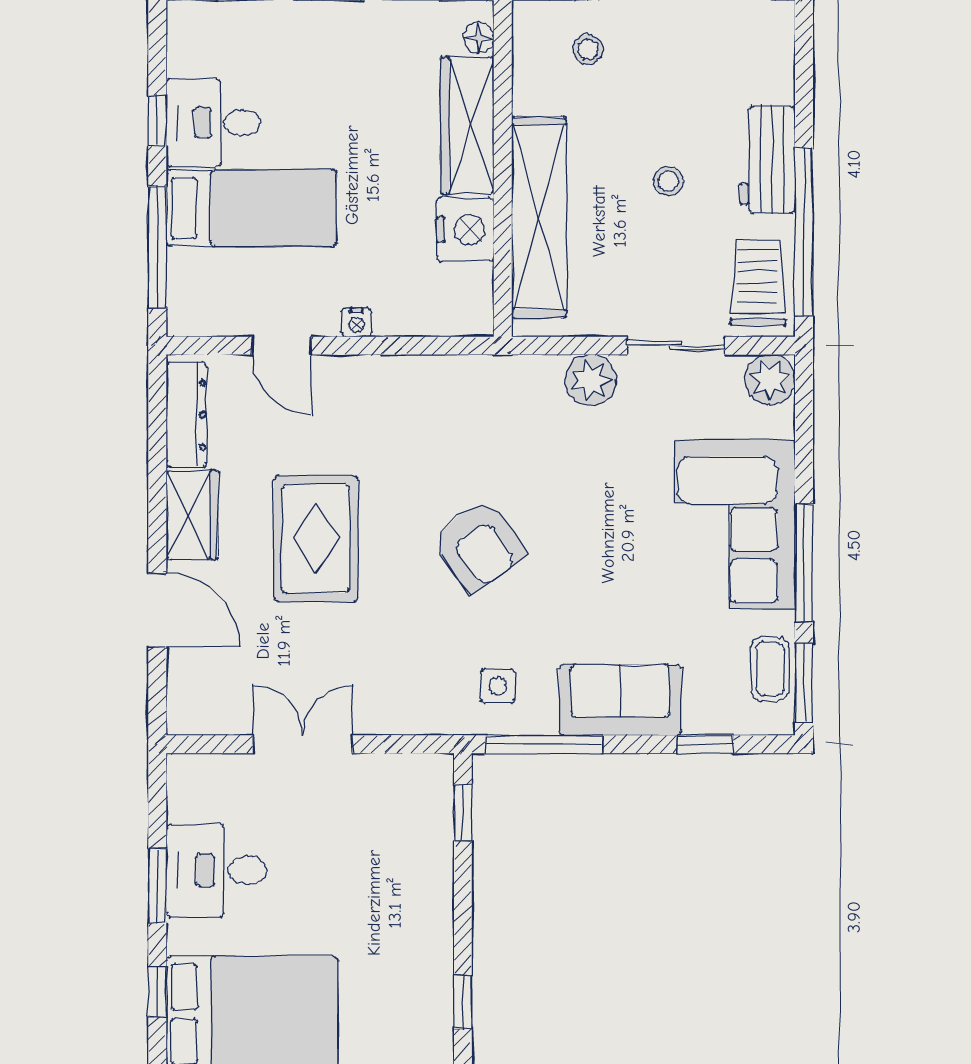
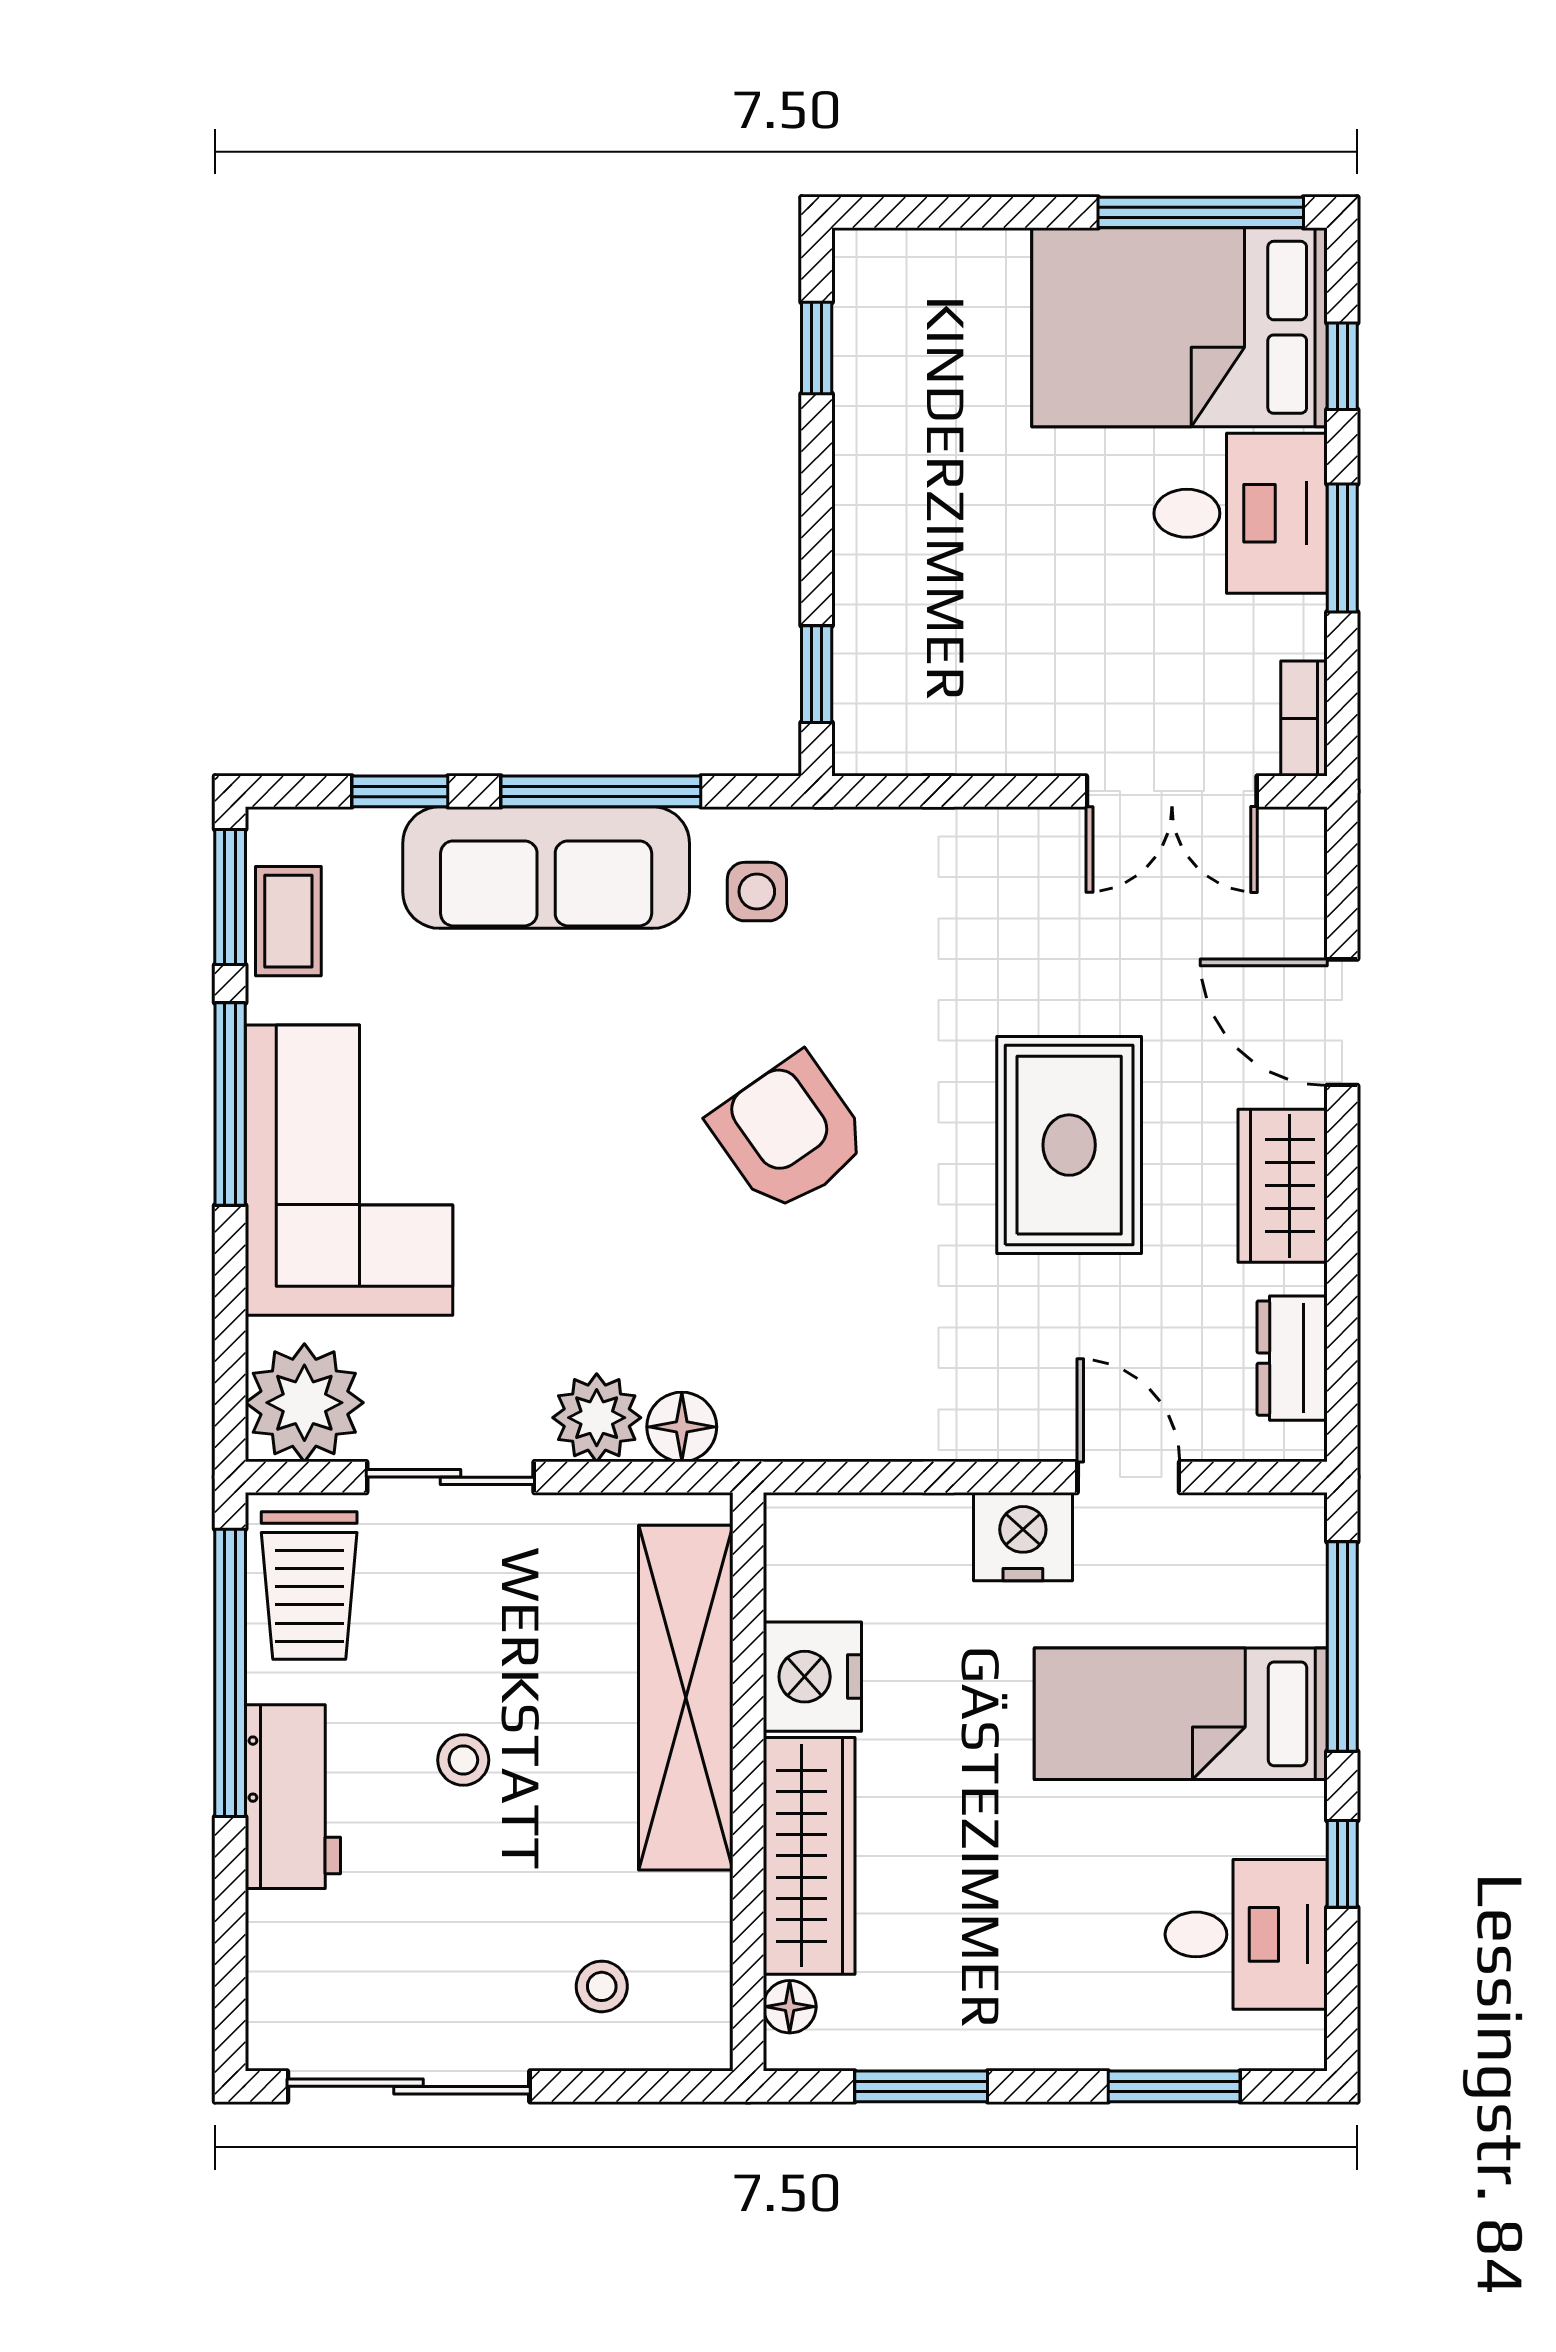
desk: (213, 122) -> (1246, 1934), moved
nightstand: (356, 322) -> (1023, 1537), width x1.89, depth x1.79
floor lamp: (541, 375) -> (682, 1427), added
plant: (770, 380) -> (304, 1403), width x1.36, depth x1.36
dresser: (186, 415) -> (1292, 1358), width x0.70
sofa: (620, 700) -> (546, 868), width x1.36
double door: (303, 744) -> (1172, 791), moved
window: (544, 744) -> (601, 791), moved
bookcase: (180, 787) -> (1304, 718), added
desk: (216, 870) -> (1241, 513), moved

